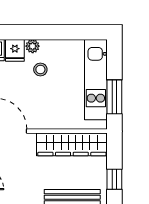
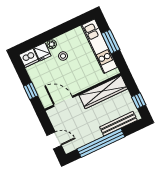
window: (114, 97) -> (111, 42), moved

